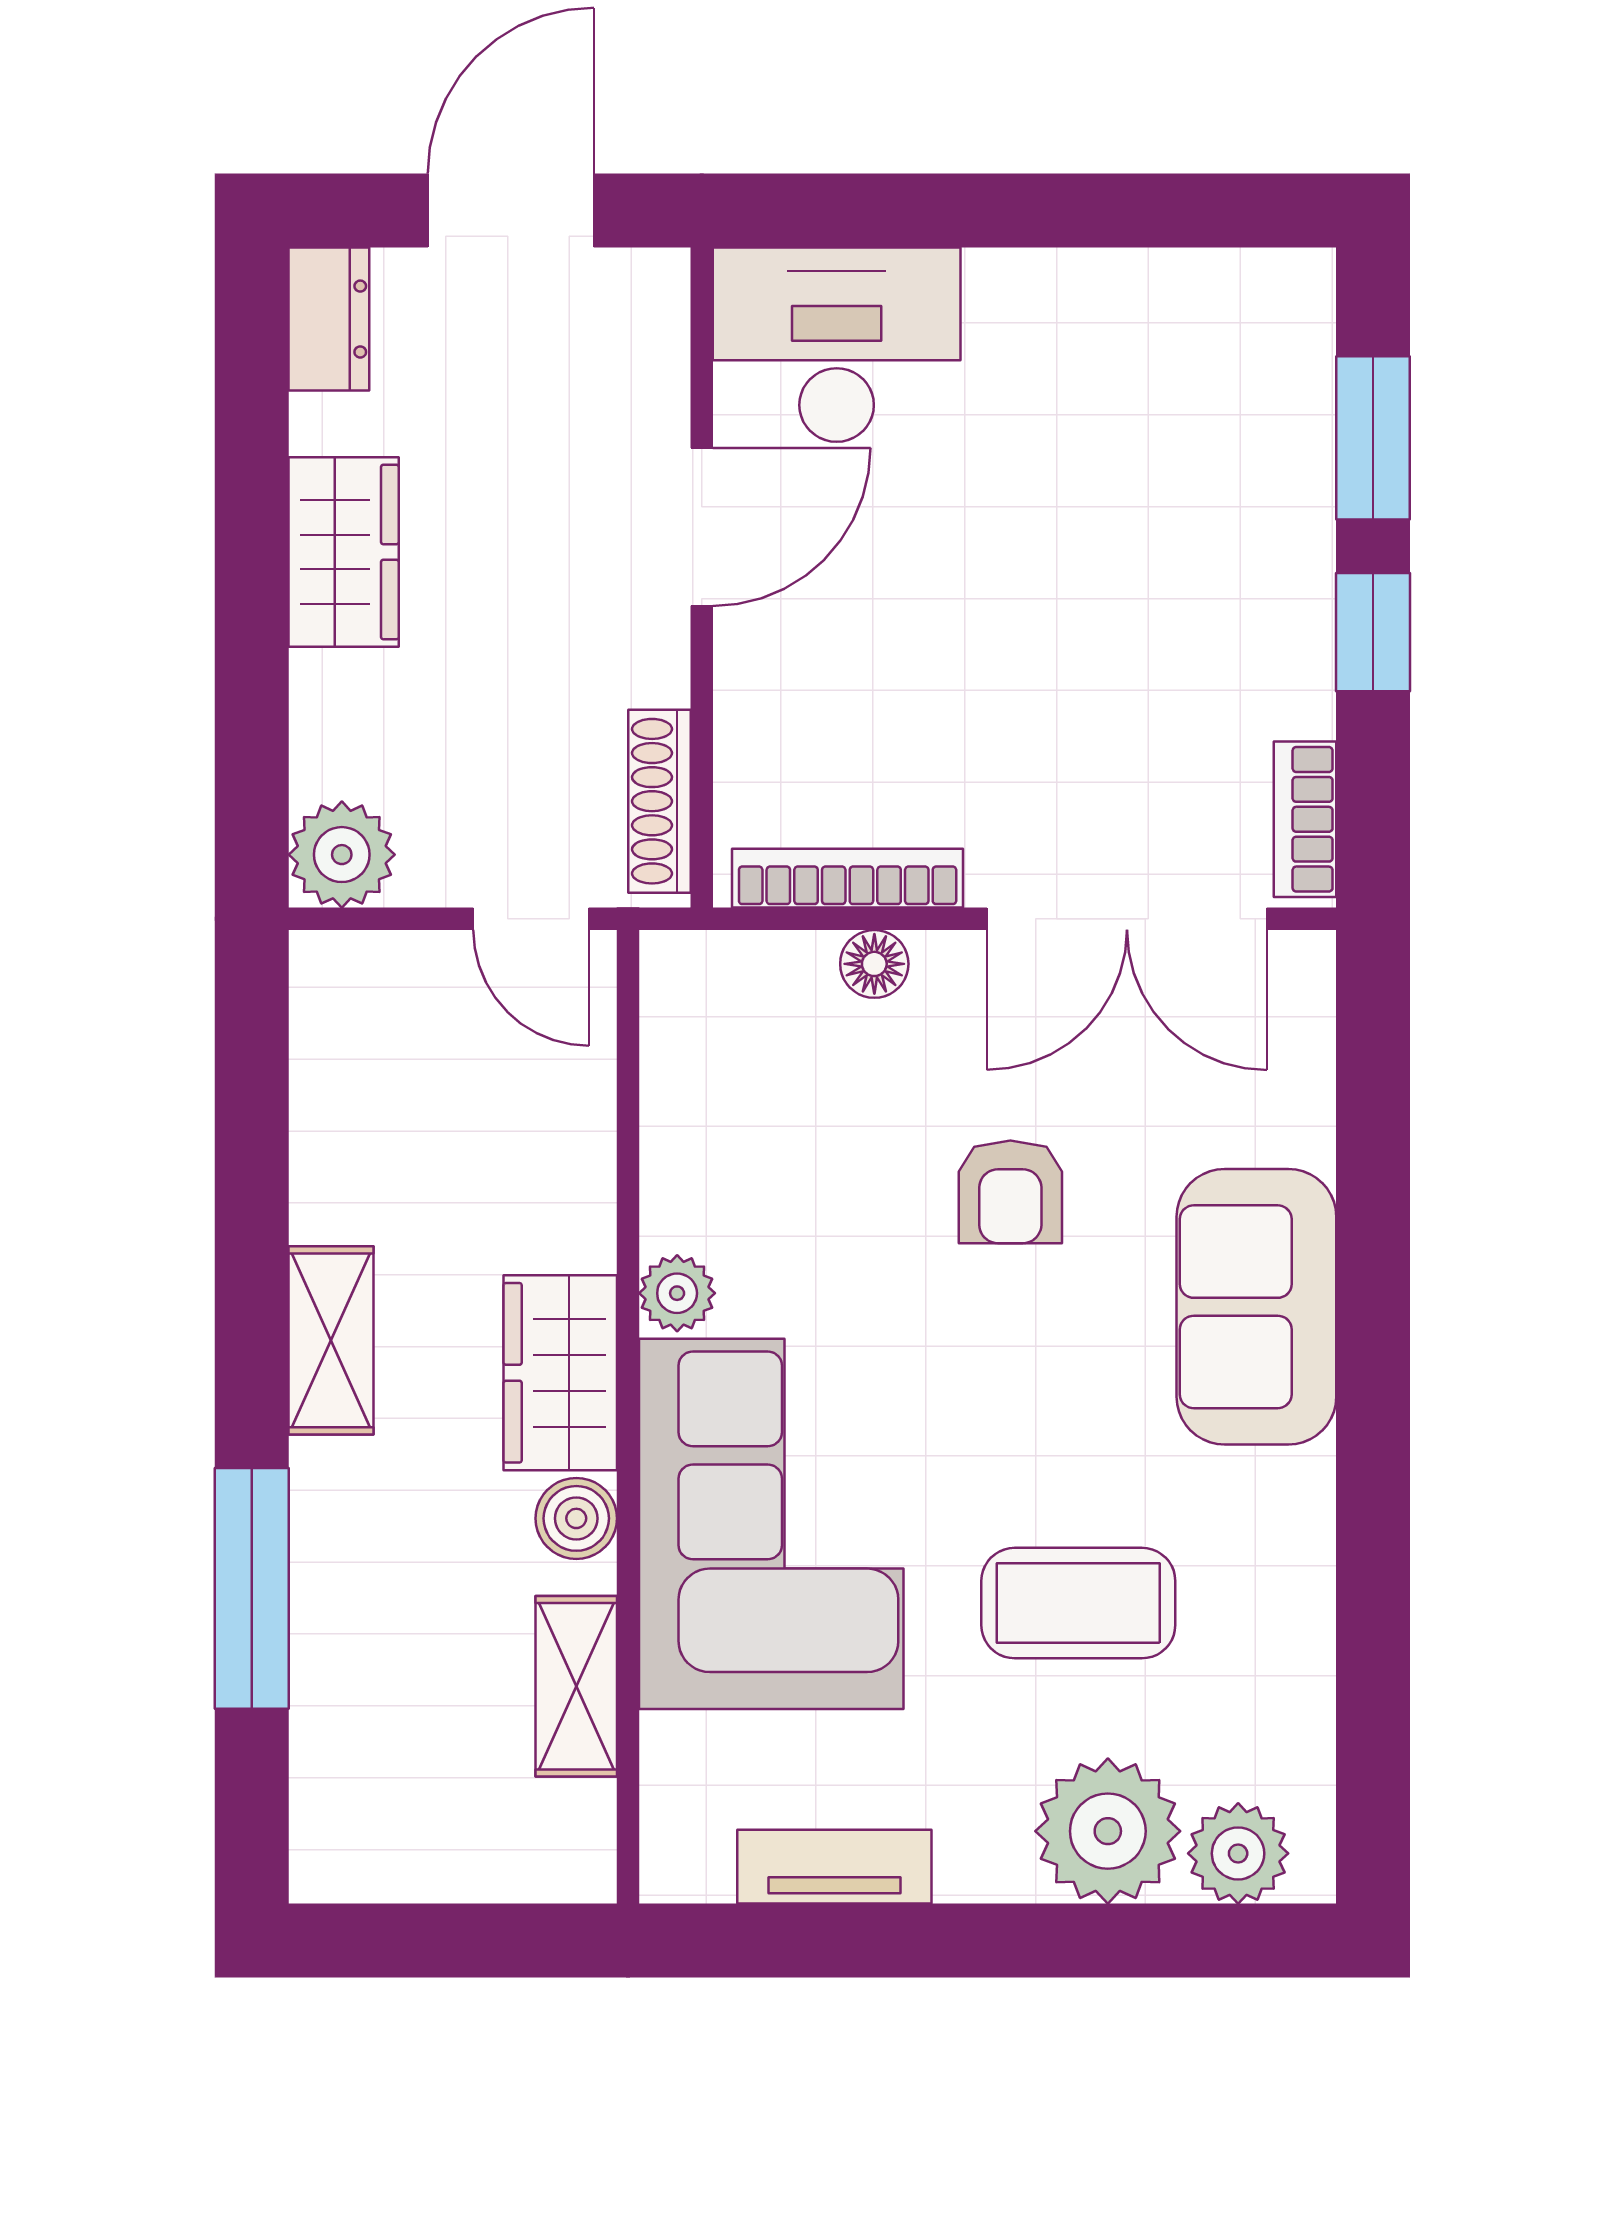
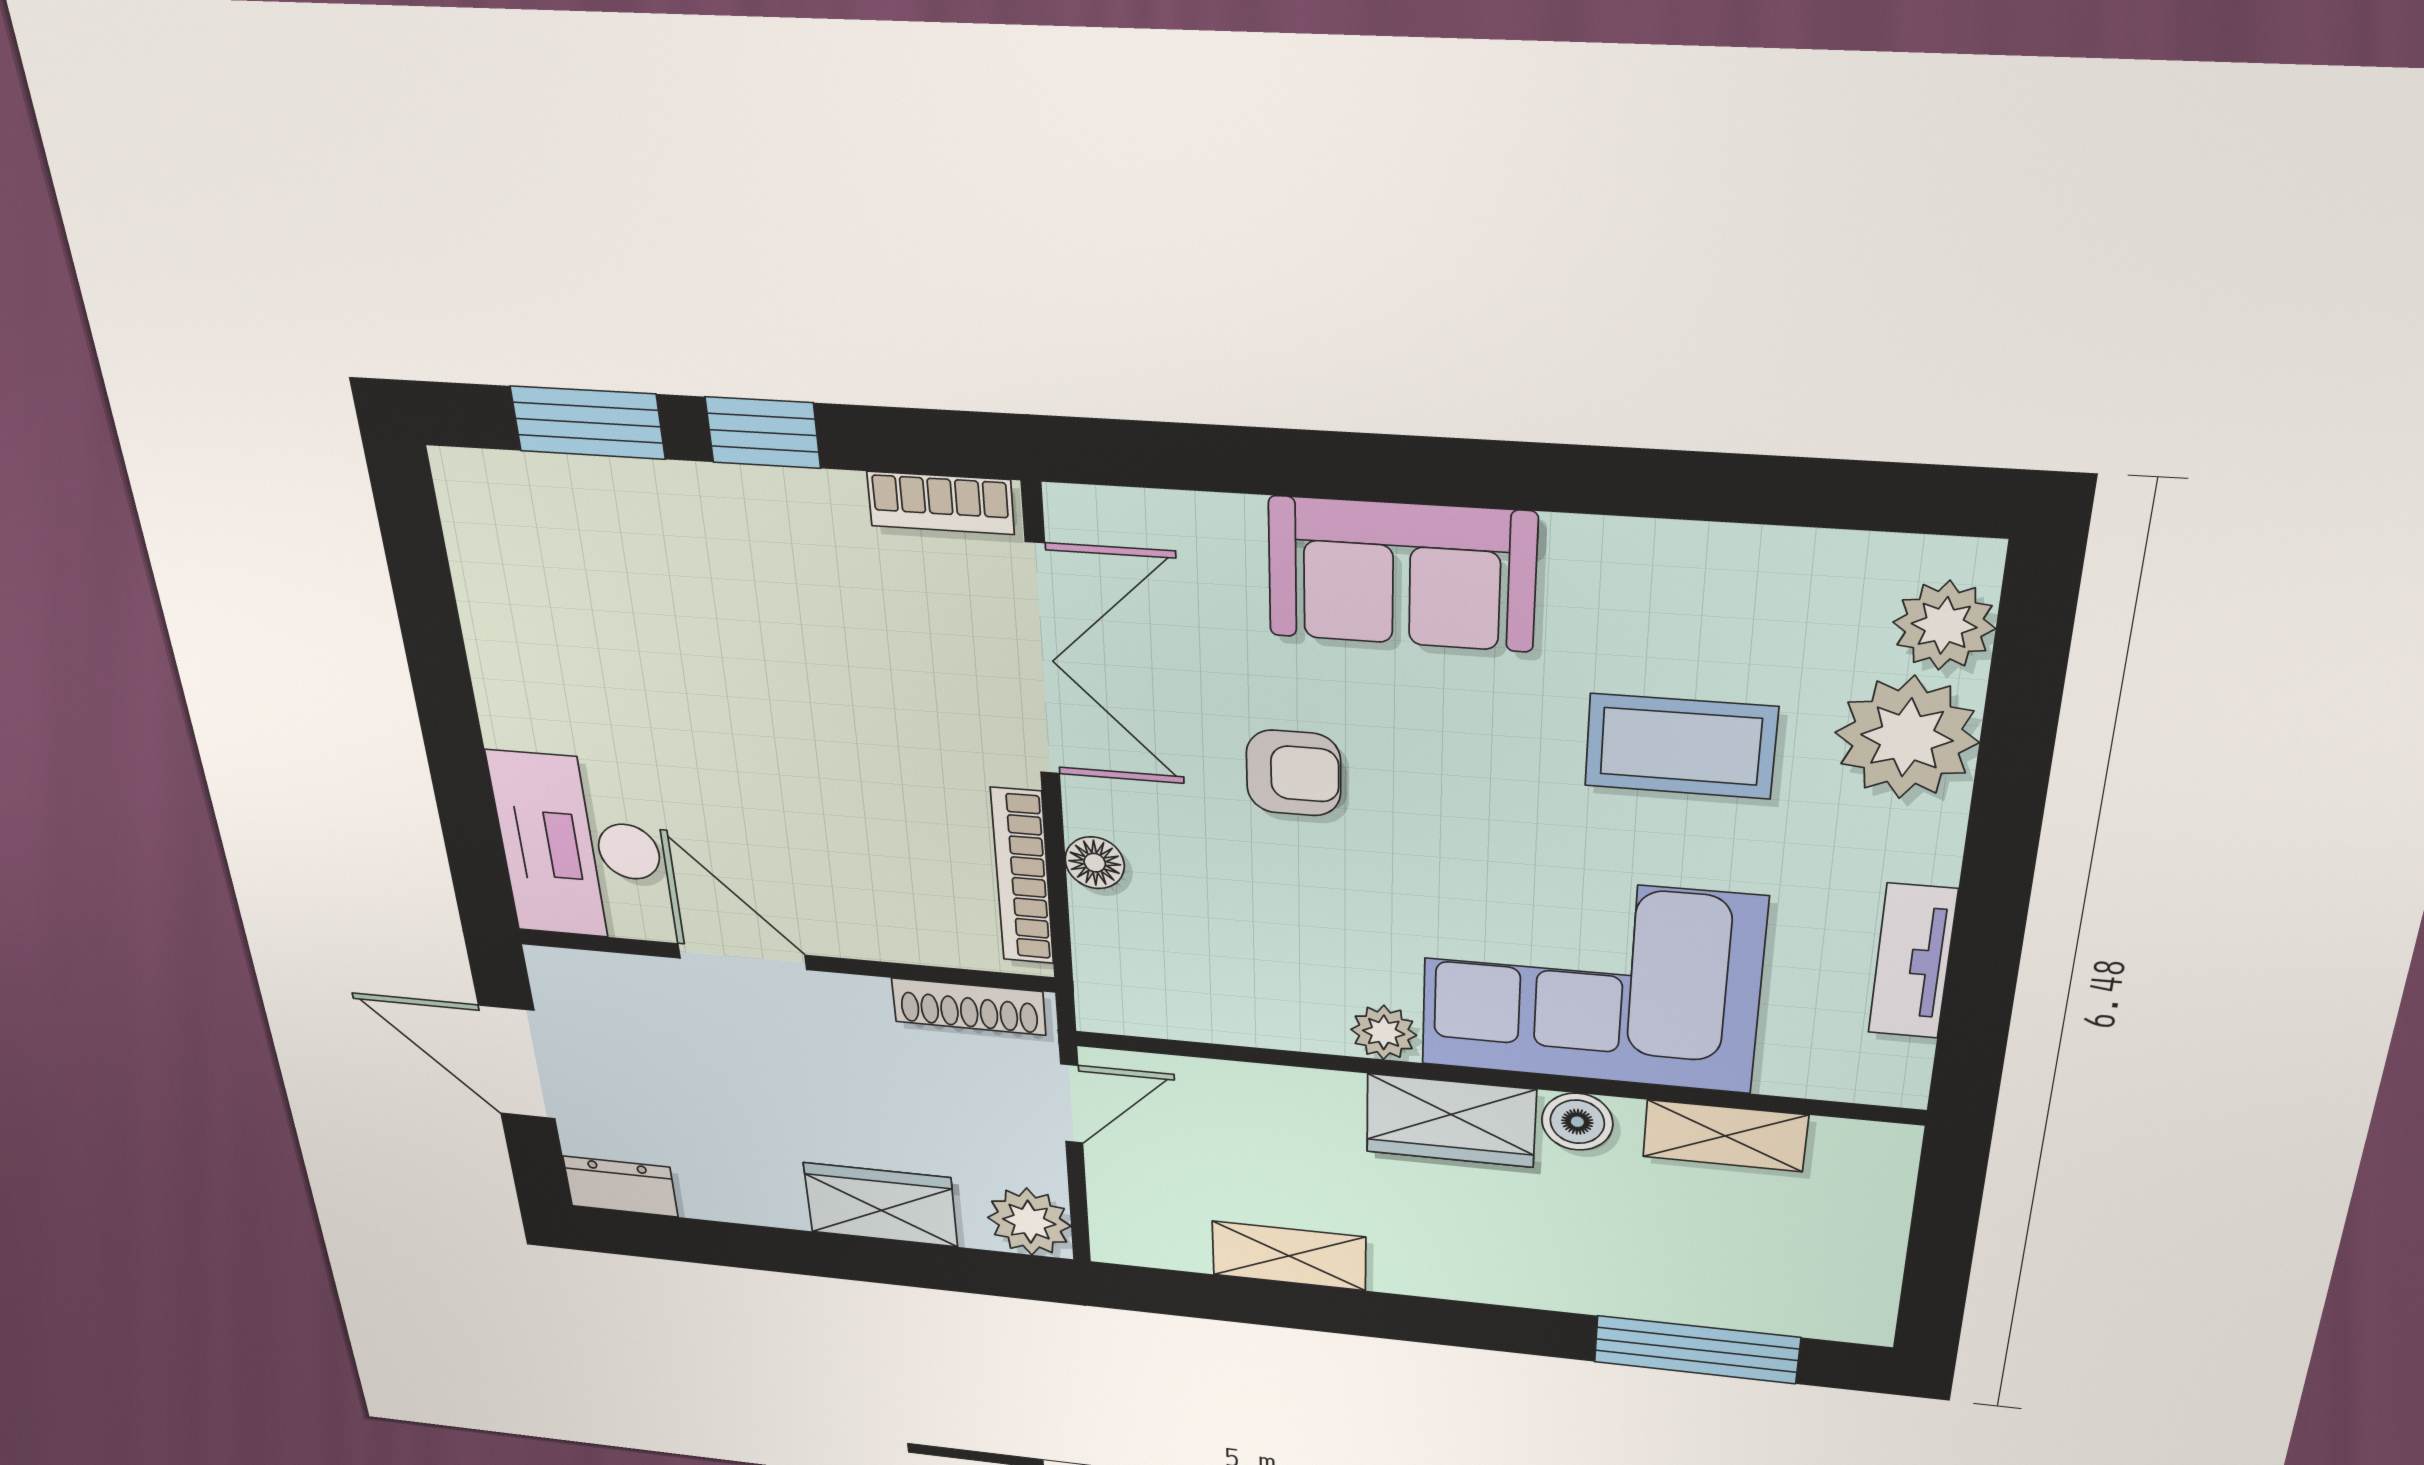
wardrobe: (344, 552) -> (881, 1205), moved
shelving: (331, 1340) -> (1289, 1256), moved
window: (252, 1588) -> (1697, 1350), moved
coffee table: (1078, 1603) -> (1681, 746), turned 90

